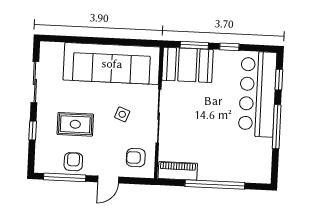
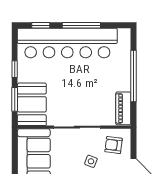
bar counter: (258, 94) -> (67, 43), width x1.36
side table: (122, 114) -> (91, 161), moved
armchair: (136, 158) -> (114, 145), turned 97

